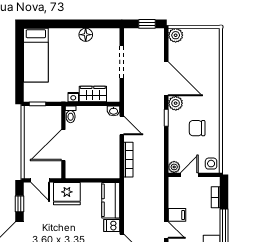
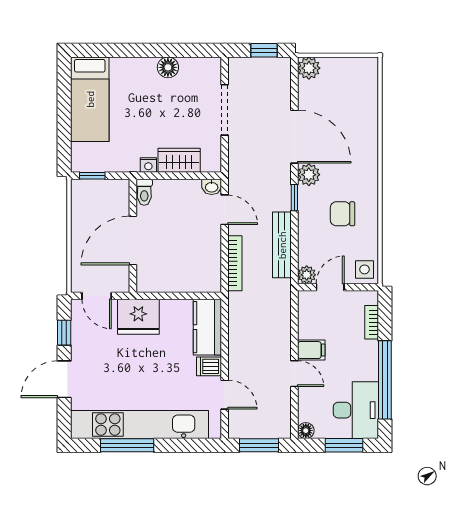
bench: (158, 148) -> (282, 245), added

